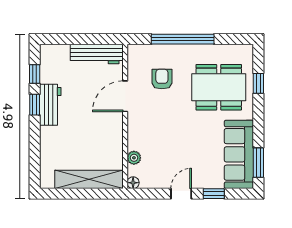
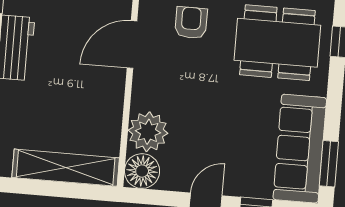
plant: (134, 158) -> (148, 132), width x1.88, depth x1.88
floor lamp: (133, 183) -> (142, 171), width x1.89, depth x1.89

